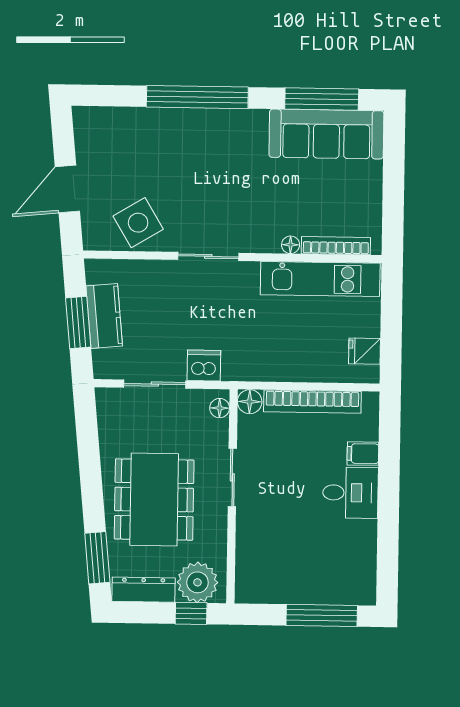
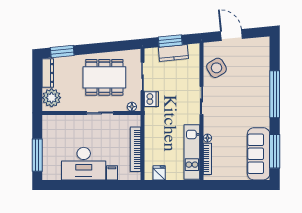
floor lamp: (250, 402) -> (135, 120), removed
desk: (350, 493) -> (84, 164), width x1.87, depth x1.30
dining table: (154, 500) -> (104, 77), moved
window: (191, 613) -> (37, 95), removed

